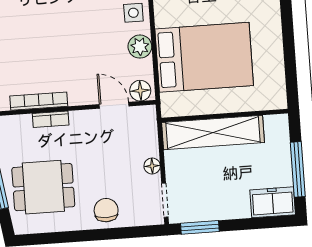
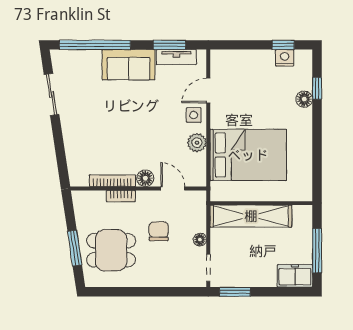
floor lamp: (140, 91) -> (145, 178), moved
chair: (106, 210) -> (159, 231), moved

